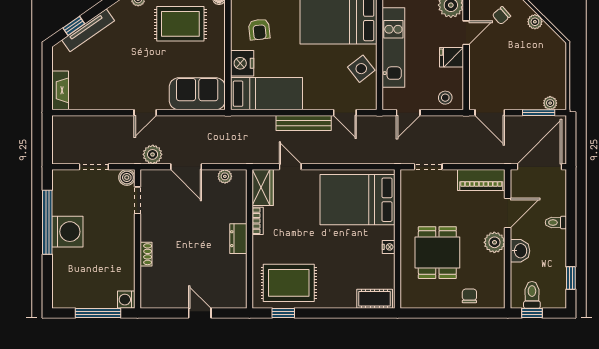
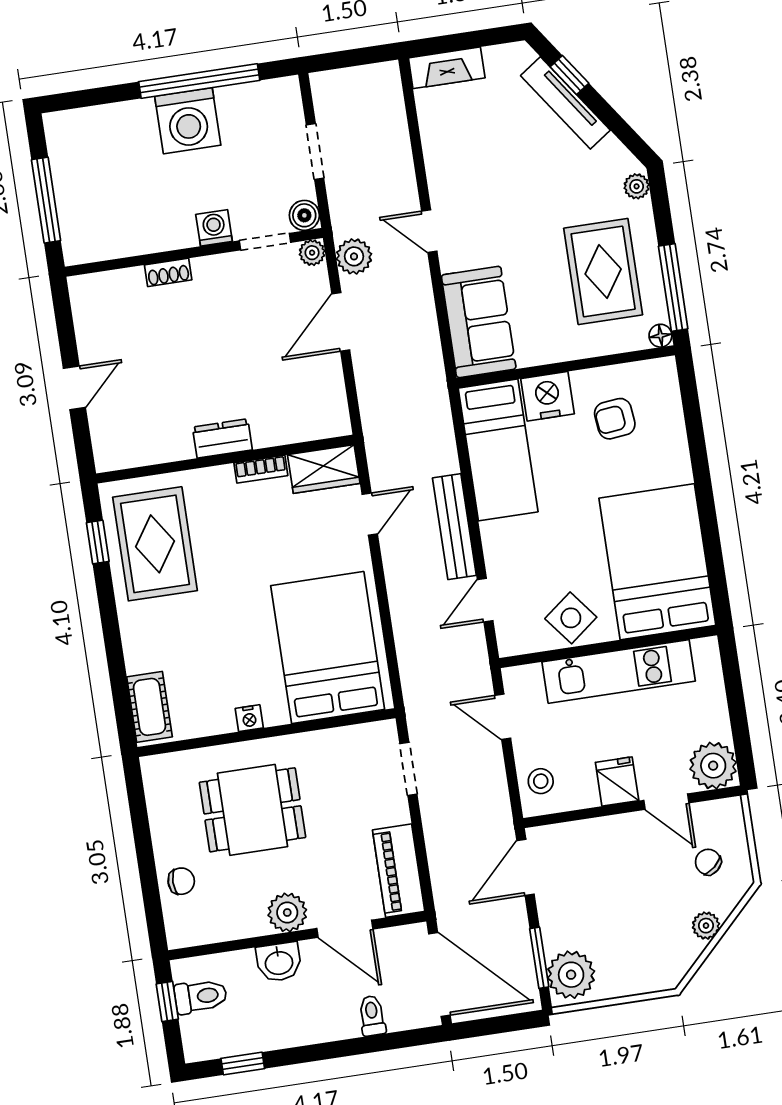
plant: (550, 103) -> (571, 975), width x1.88, depth x1.88
plant: (225, 176) -> (312, 253), moved
toilet: (556, 223) -> (372, 1016), moved
washing machine: (126, 300) -> (214, 228), moved

